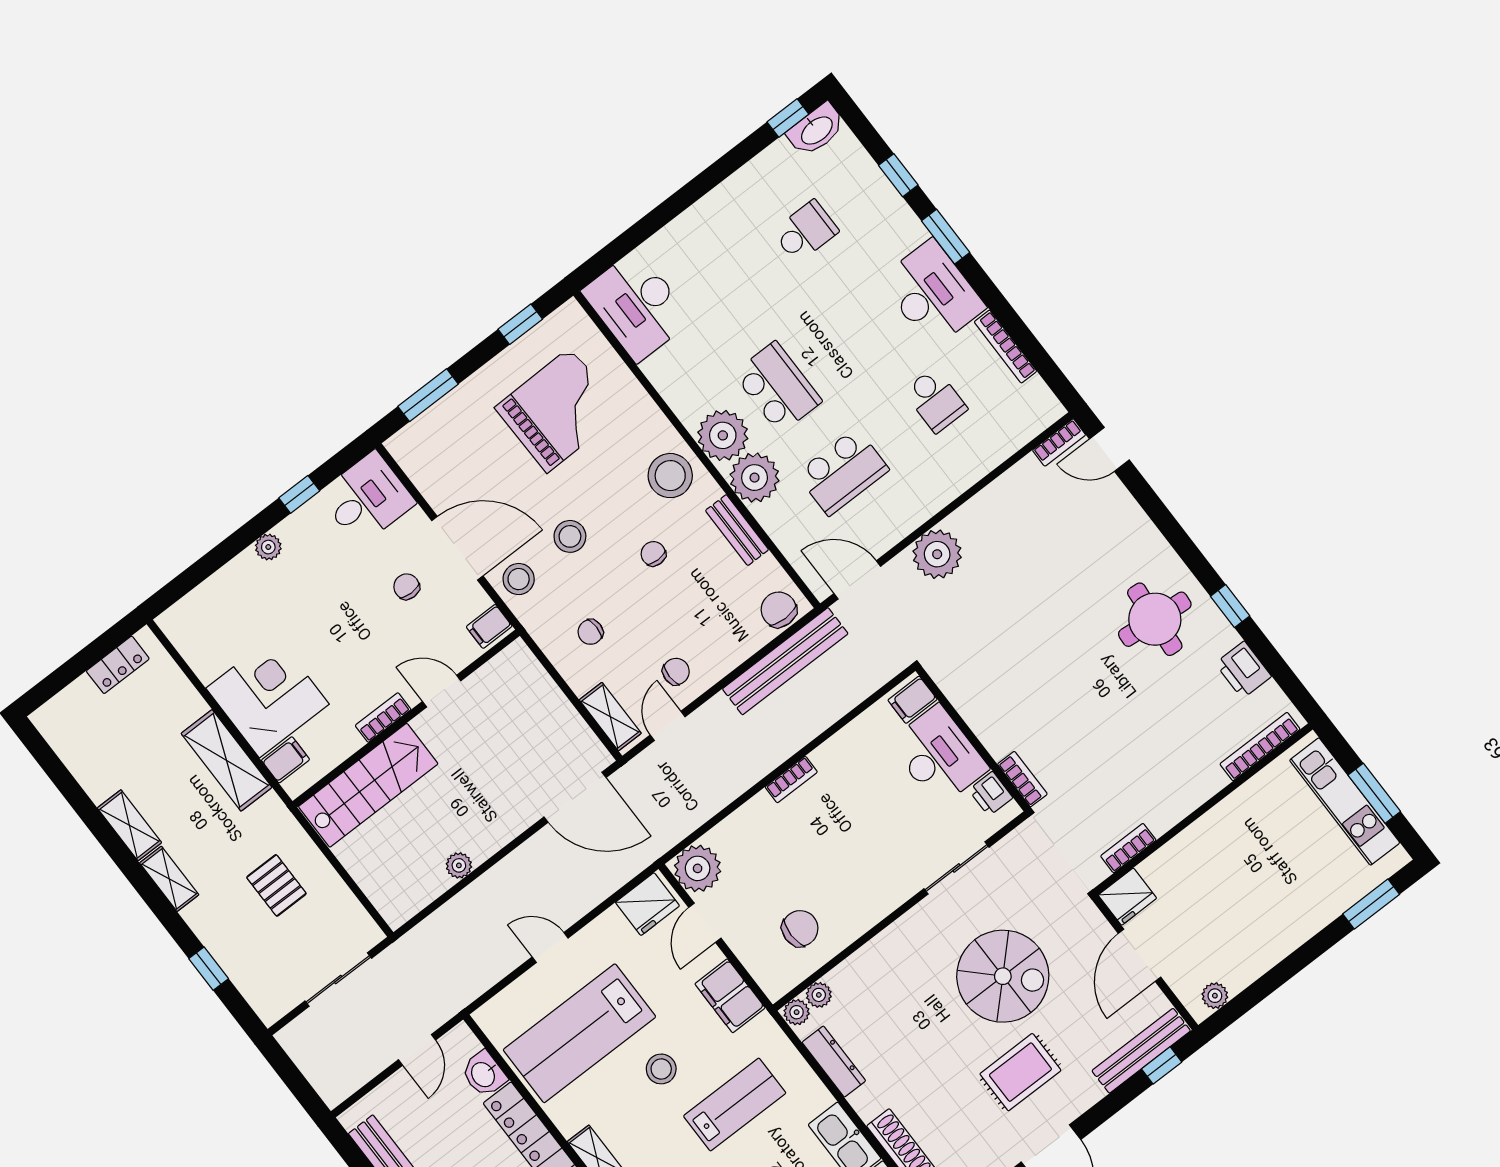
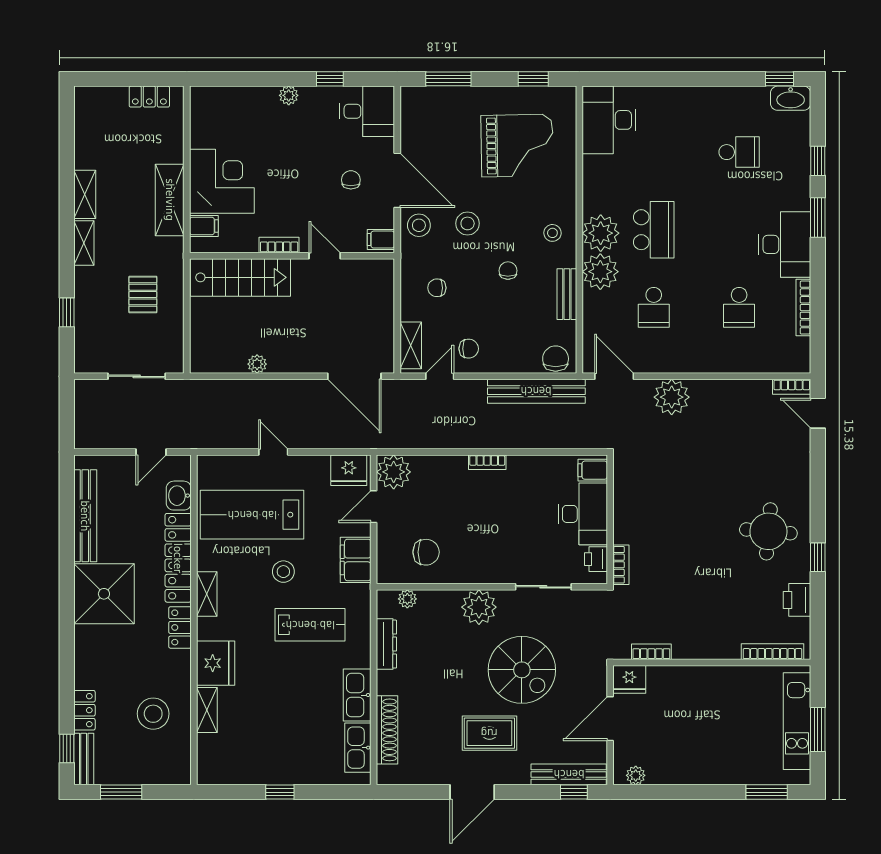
school desk: (843, 472) -> (654, 307), width x0.54
stool: (670, 476) -> (552, 233), width x0.53, depth x0.53
plant: (797, 1012) -> (479, 607), moved, width x1.87, depth x1.87

